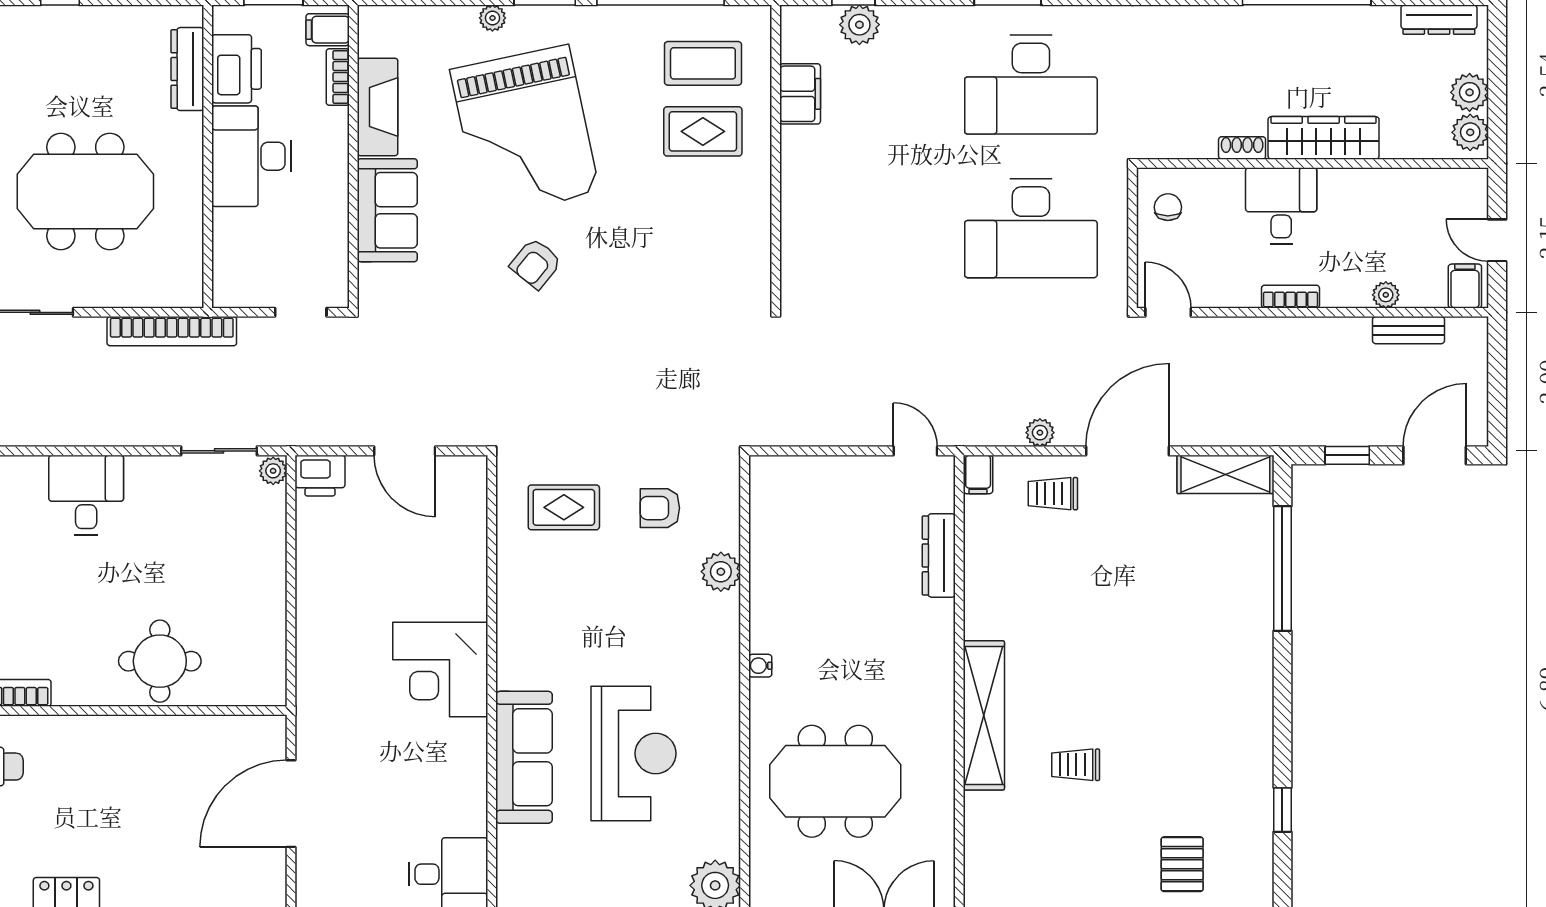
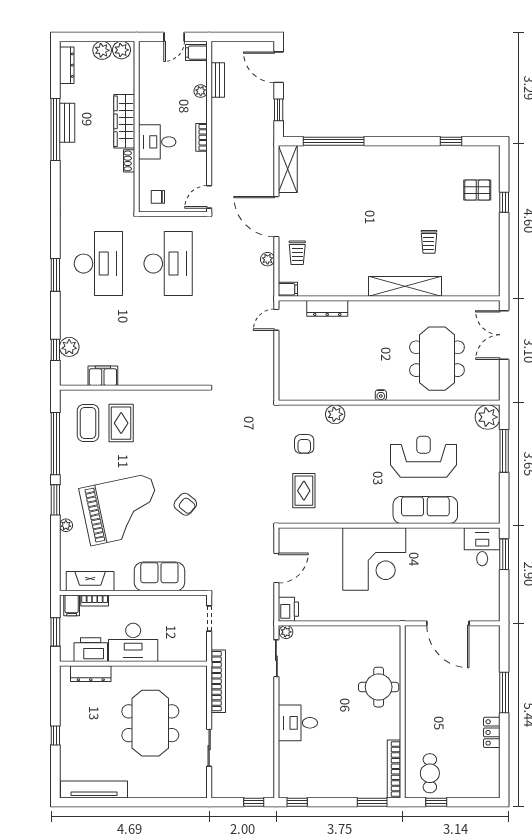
bench: (1321, 20) -> (67, 123), added
fireplace: (378, 107) -> (90, 581), moved
corner desk: (440, 669) -> (374, 559), width x1.36, depth x1.36

